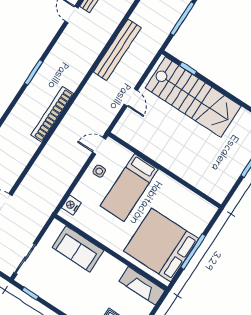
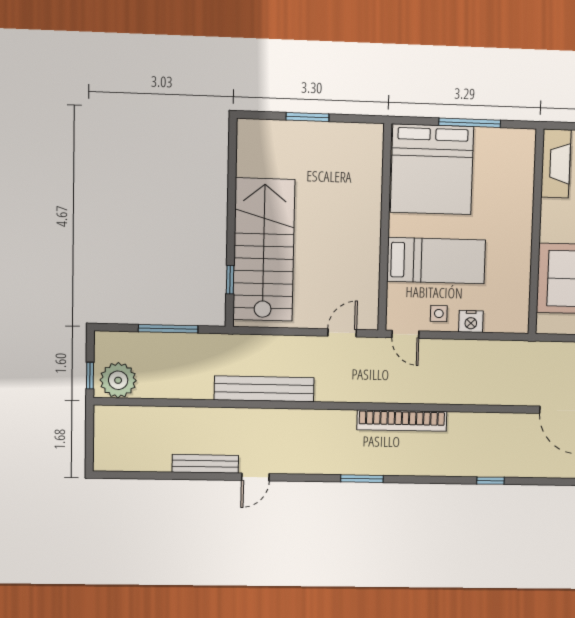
door: (131, 97) -> (342, 333), moved
nightstand: (71, 205) -> (471, 321), moved
bed: (161, 245) -> (432, 169), moved

